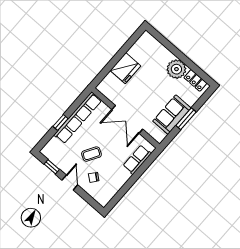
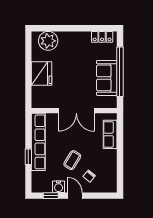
plant: (176, 69) -> (48, 41), moved
window: (186, 119) -> (120, 72), width x2.11
water cooler: (63, 165) -> (59, 187), added

